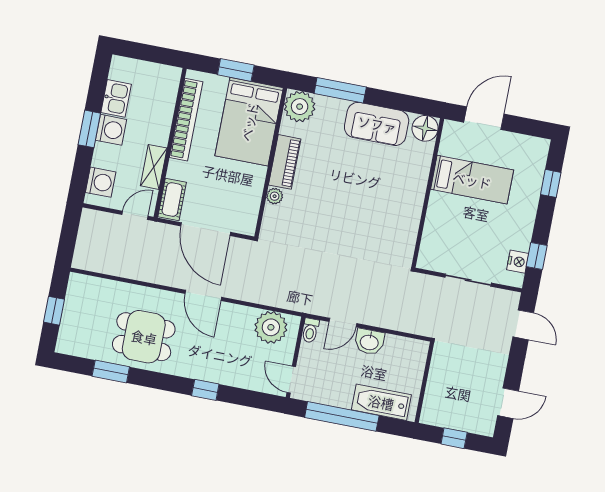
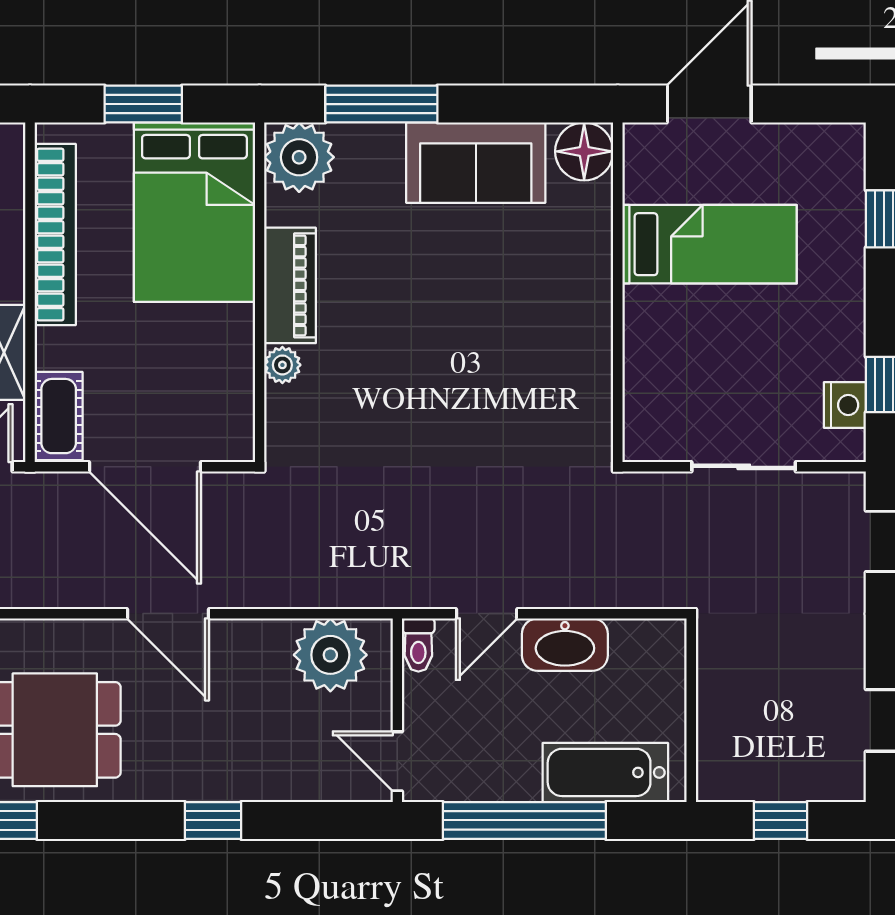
washbasin: (369, 342) -> (565, 645), width x1.38

